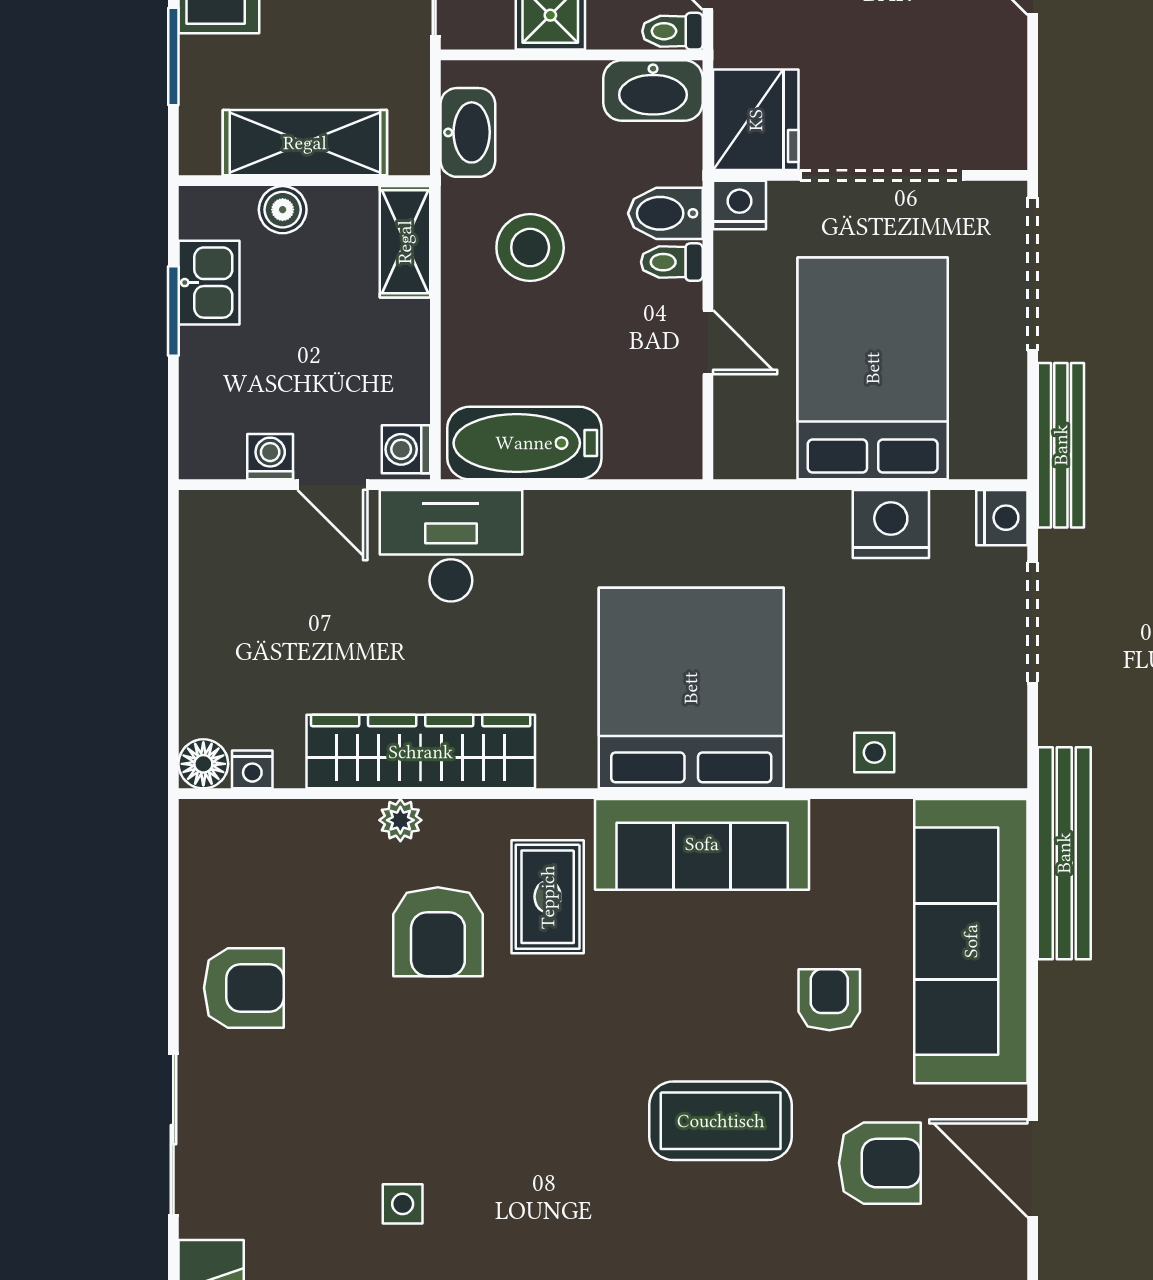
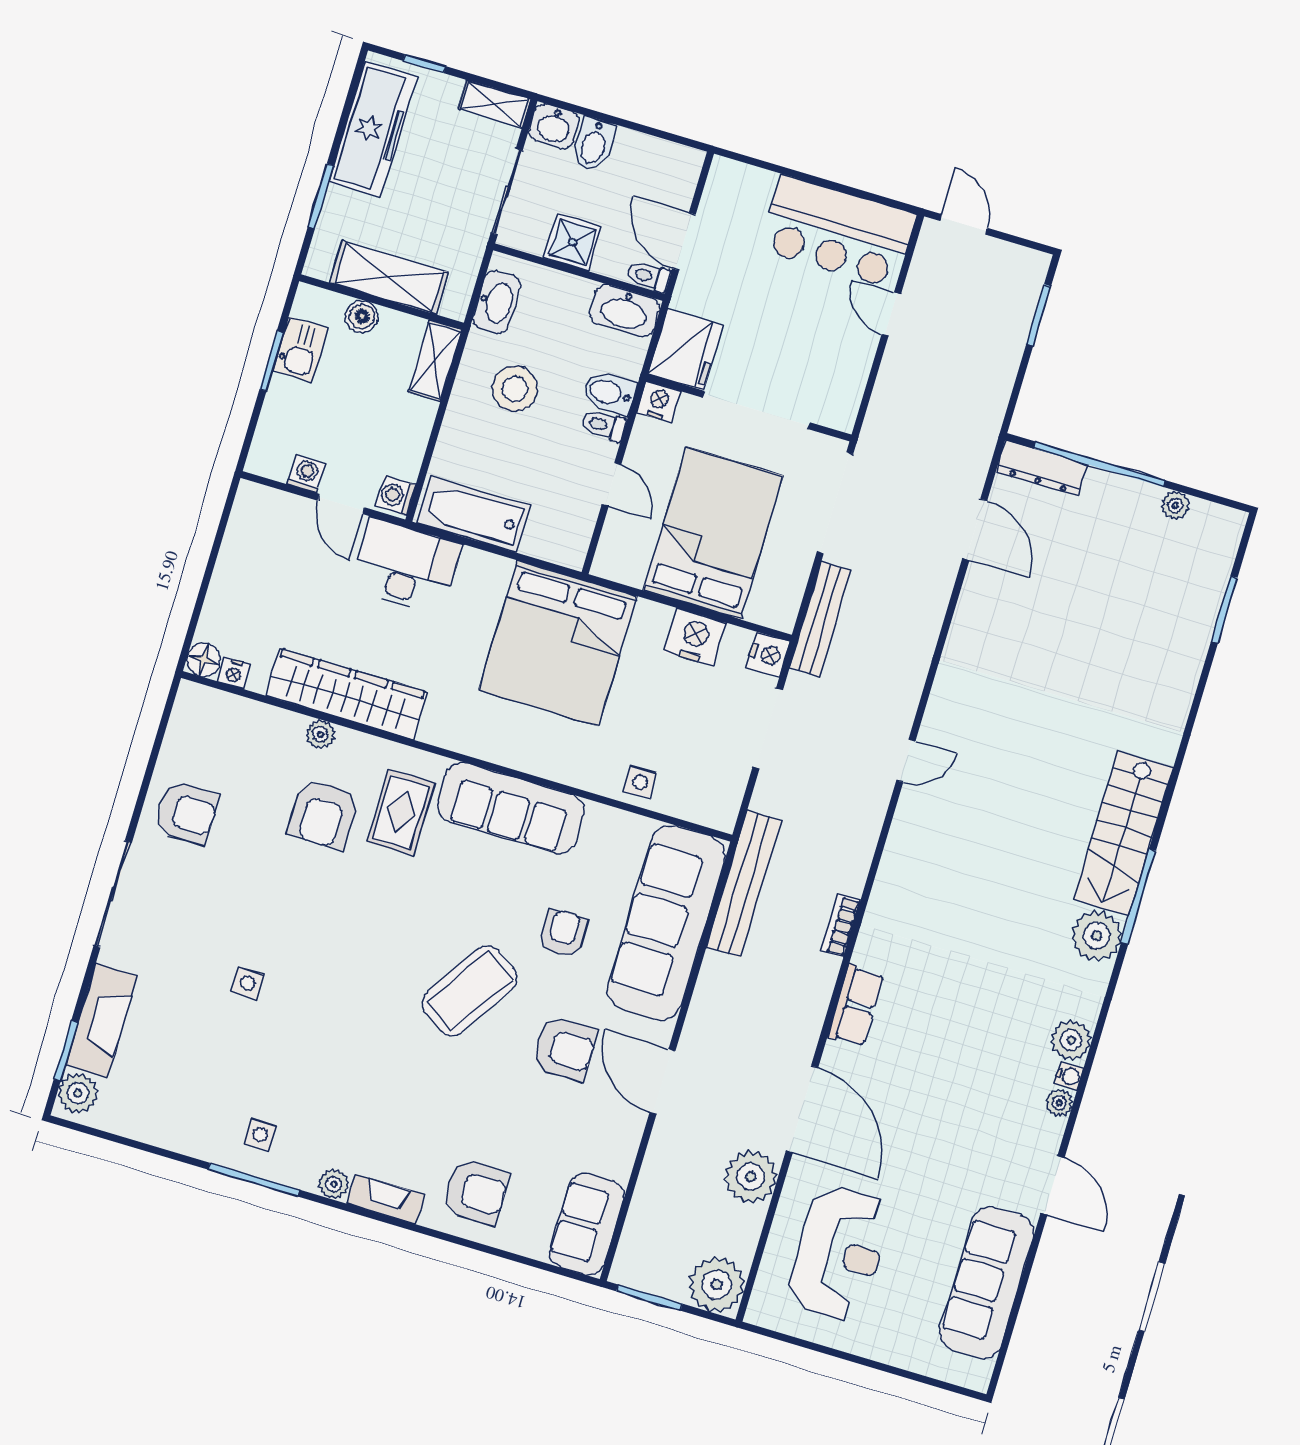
bed: (691, 688) -> (558, 643), moved, turned 180
coffee table: (721, 1121) -> (470, 991), turned -57

